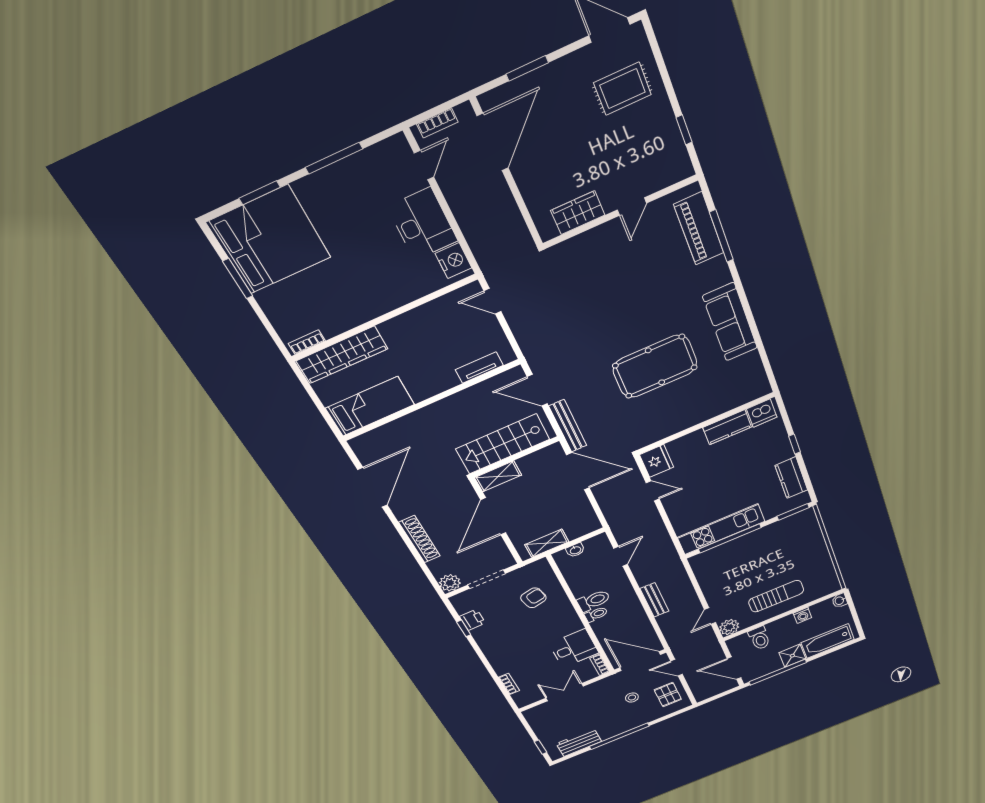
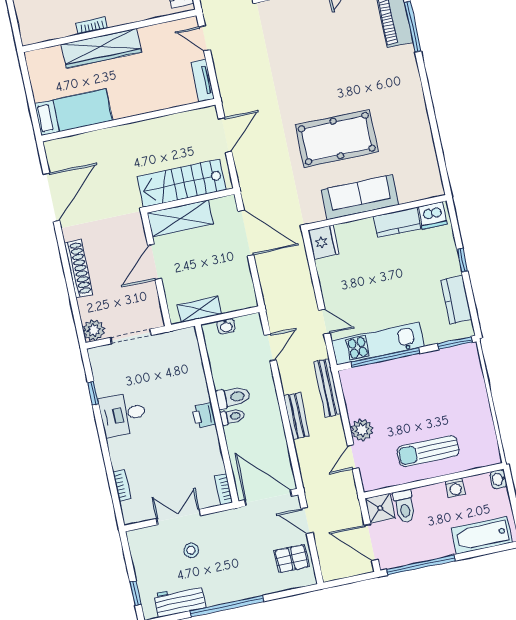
sofa: (730, 322) -> (360, 197), moved, turned 90
bookcase: (307, 342) -> (92, 26), moved
wardrobe: (342, 355) -> (101, 48), moved
tv unit: (479, 368) -> (202, 81), moved, turned -90
door: (537, 390) -> (225, 135), swing flipped
bench: (568, 426) -> (327, 388), moved
shelving: (498, 476) -> (180, 218), width x1.50, depth x1.33
door: (653, 491) -> (324, 322), moved
door: (493, 516) -> (155, 262), width x0.73
sun lounger: (776, 596) -> (428, 451), turned 180
armchair: (533, 598) -> (172, 375), removed
printer: (472, 620) -> (204, 416), moved, turned 180
plant: (729, 627) -> (362, 430), moved
desk: (574, 648) -> (123, 414), moved, turned 180
shower: (792, 656) -> (380, 508), moved
pallet: (668, 695) -> (292, 559), turned 90
stool: (632, 698) -> (191, 550), moved

